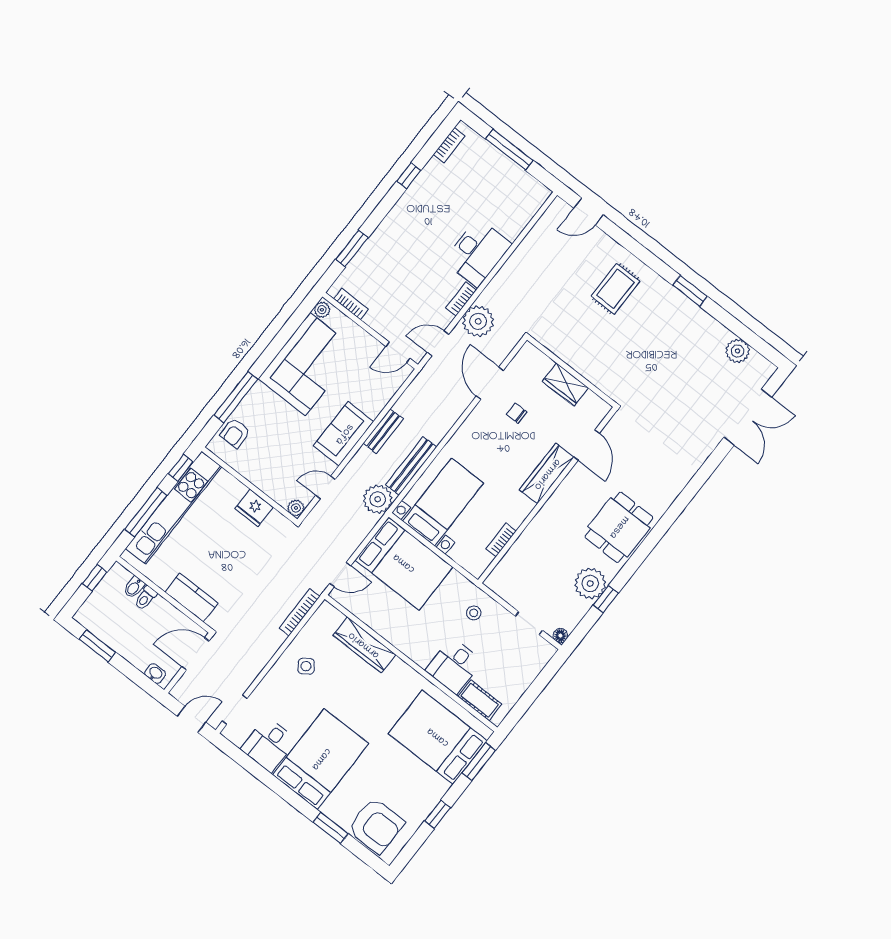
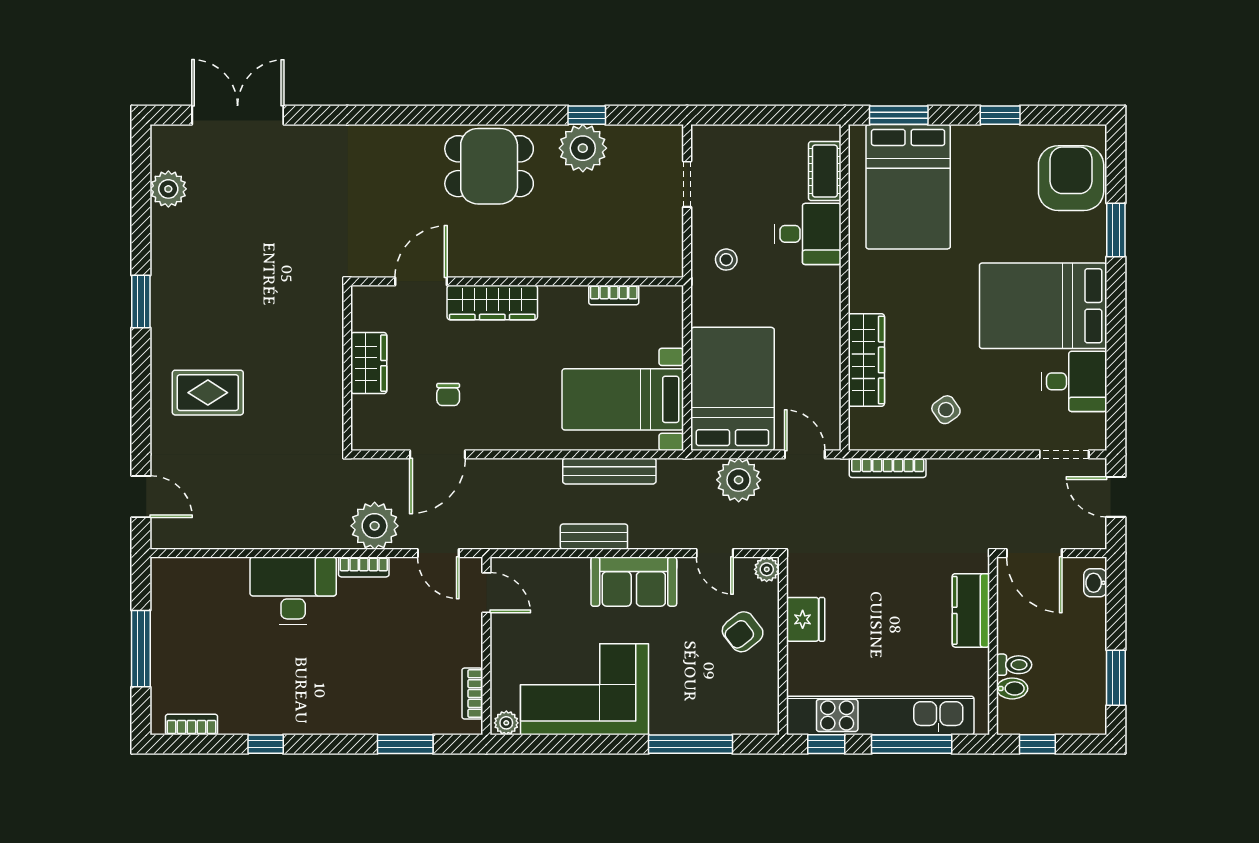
armchair: (235, 433) -> (743, 632), moved, turned 142
plant: (378, 499) -> (739, 480), moved
floor lamp: (560, 636) -> (673, 135), removed

